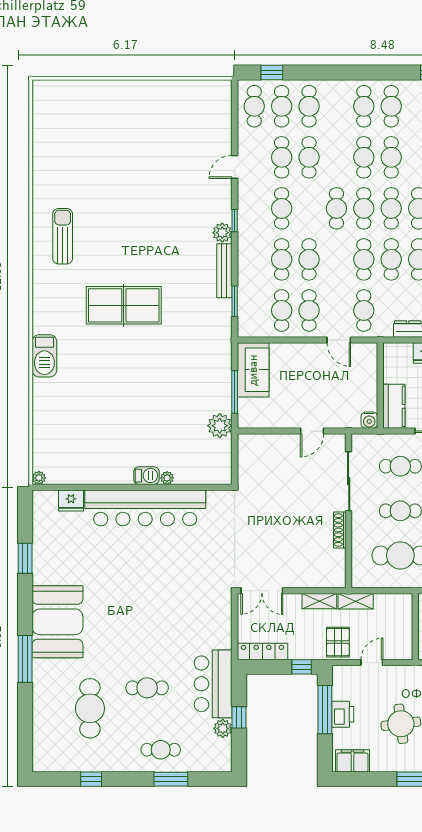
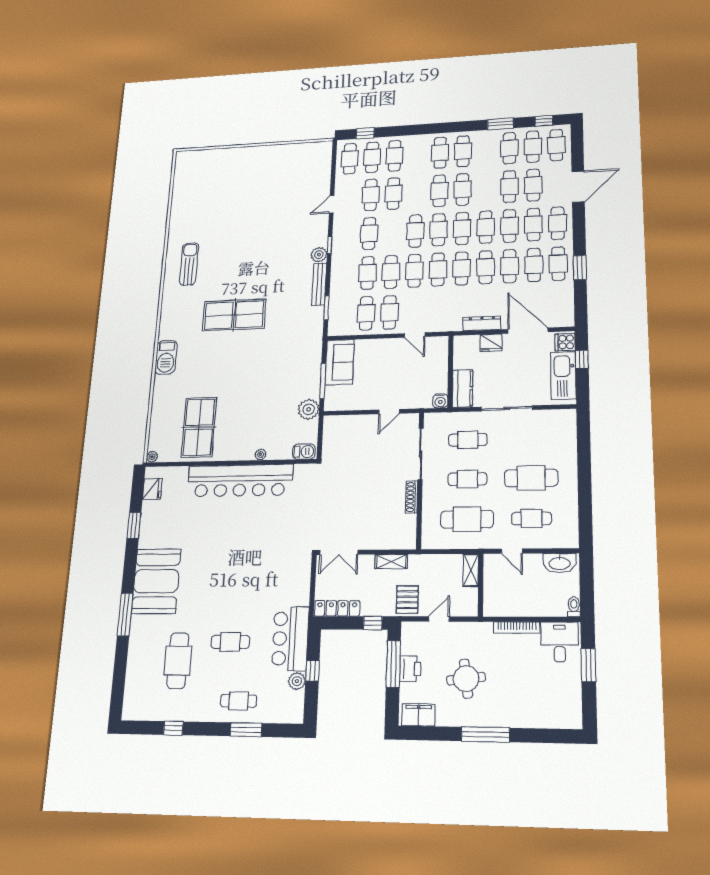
cafe table: (364, 310) -> (414, 271), moved
table tennis table: (92, 444) -> (199, 427), added
barbecue: (146, 476) -> (304, 452), moved
fridge: (71, 500) -> (152, 489), moved, turned -90
shelving: (356, 601) -> (471, 570), moved, turned 90

